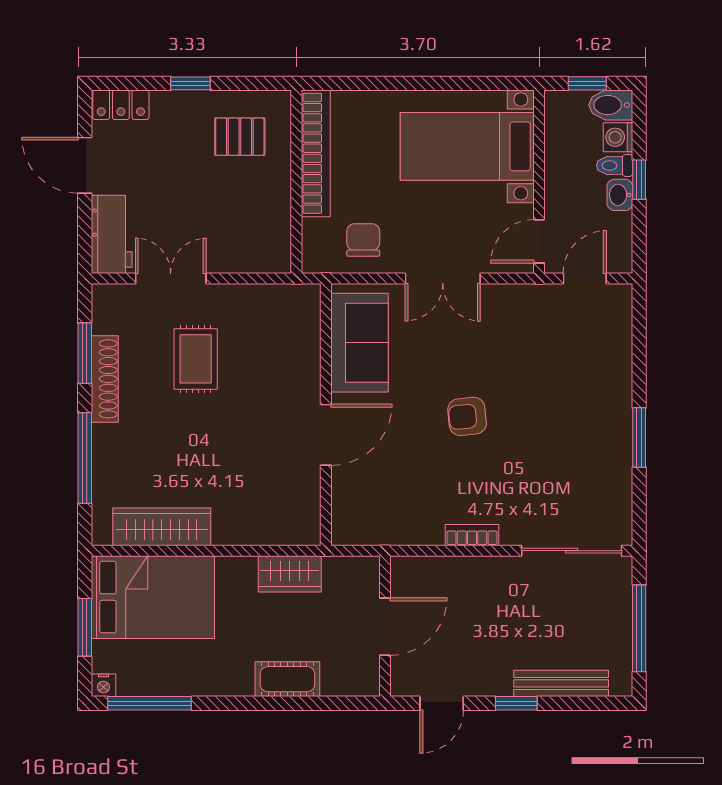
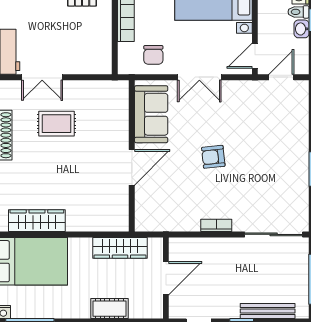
chair: (363, 240) -> (153, 55), turned 180
double door: (171, 278) -> (42, 77), swing flipped
rug: (196, 359) -> (57, 124), turned 90
wardrobe: (290, 574) -> (120, 248), width x1.50

